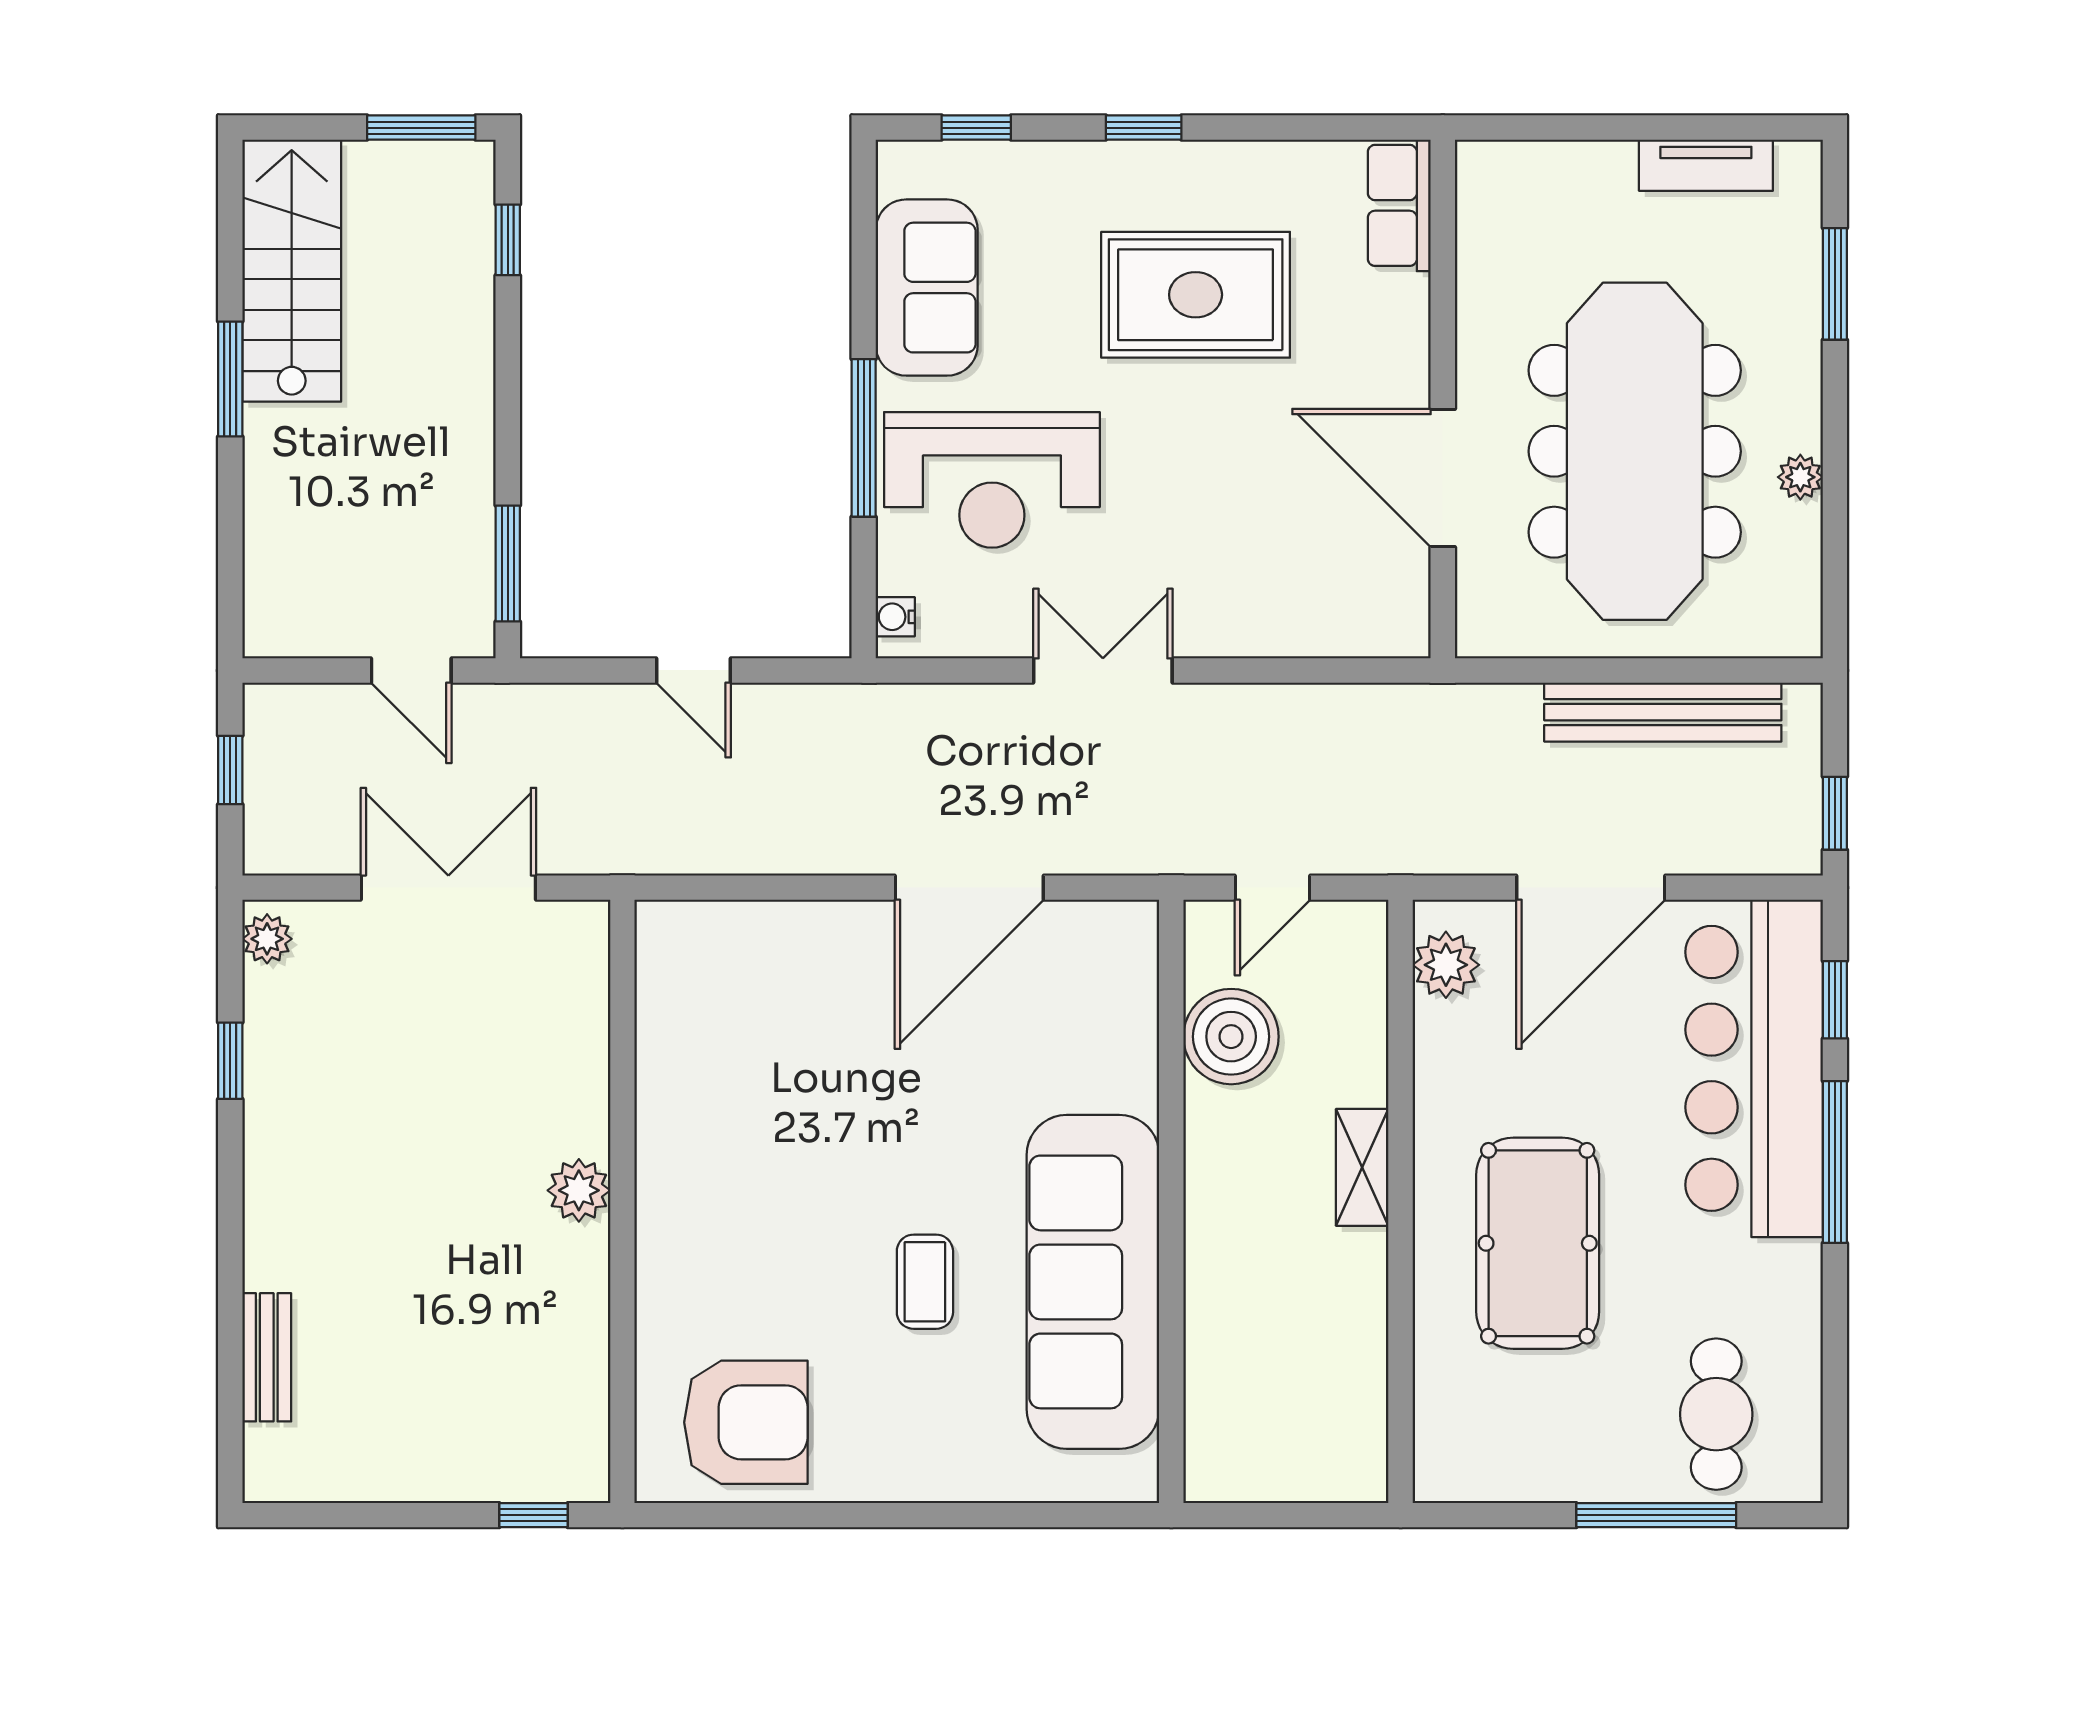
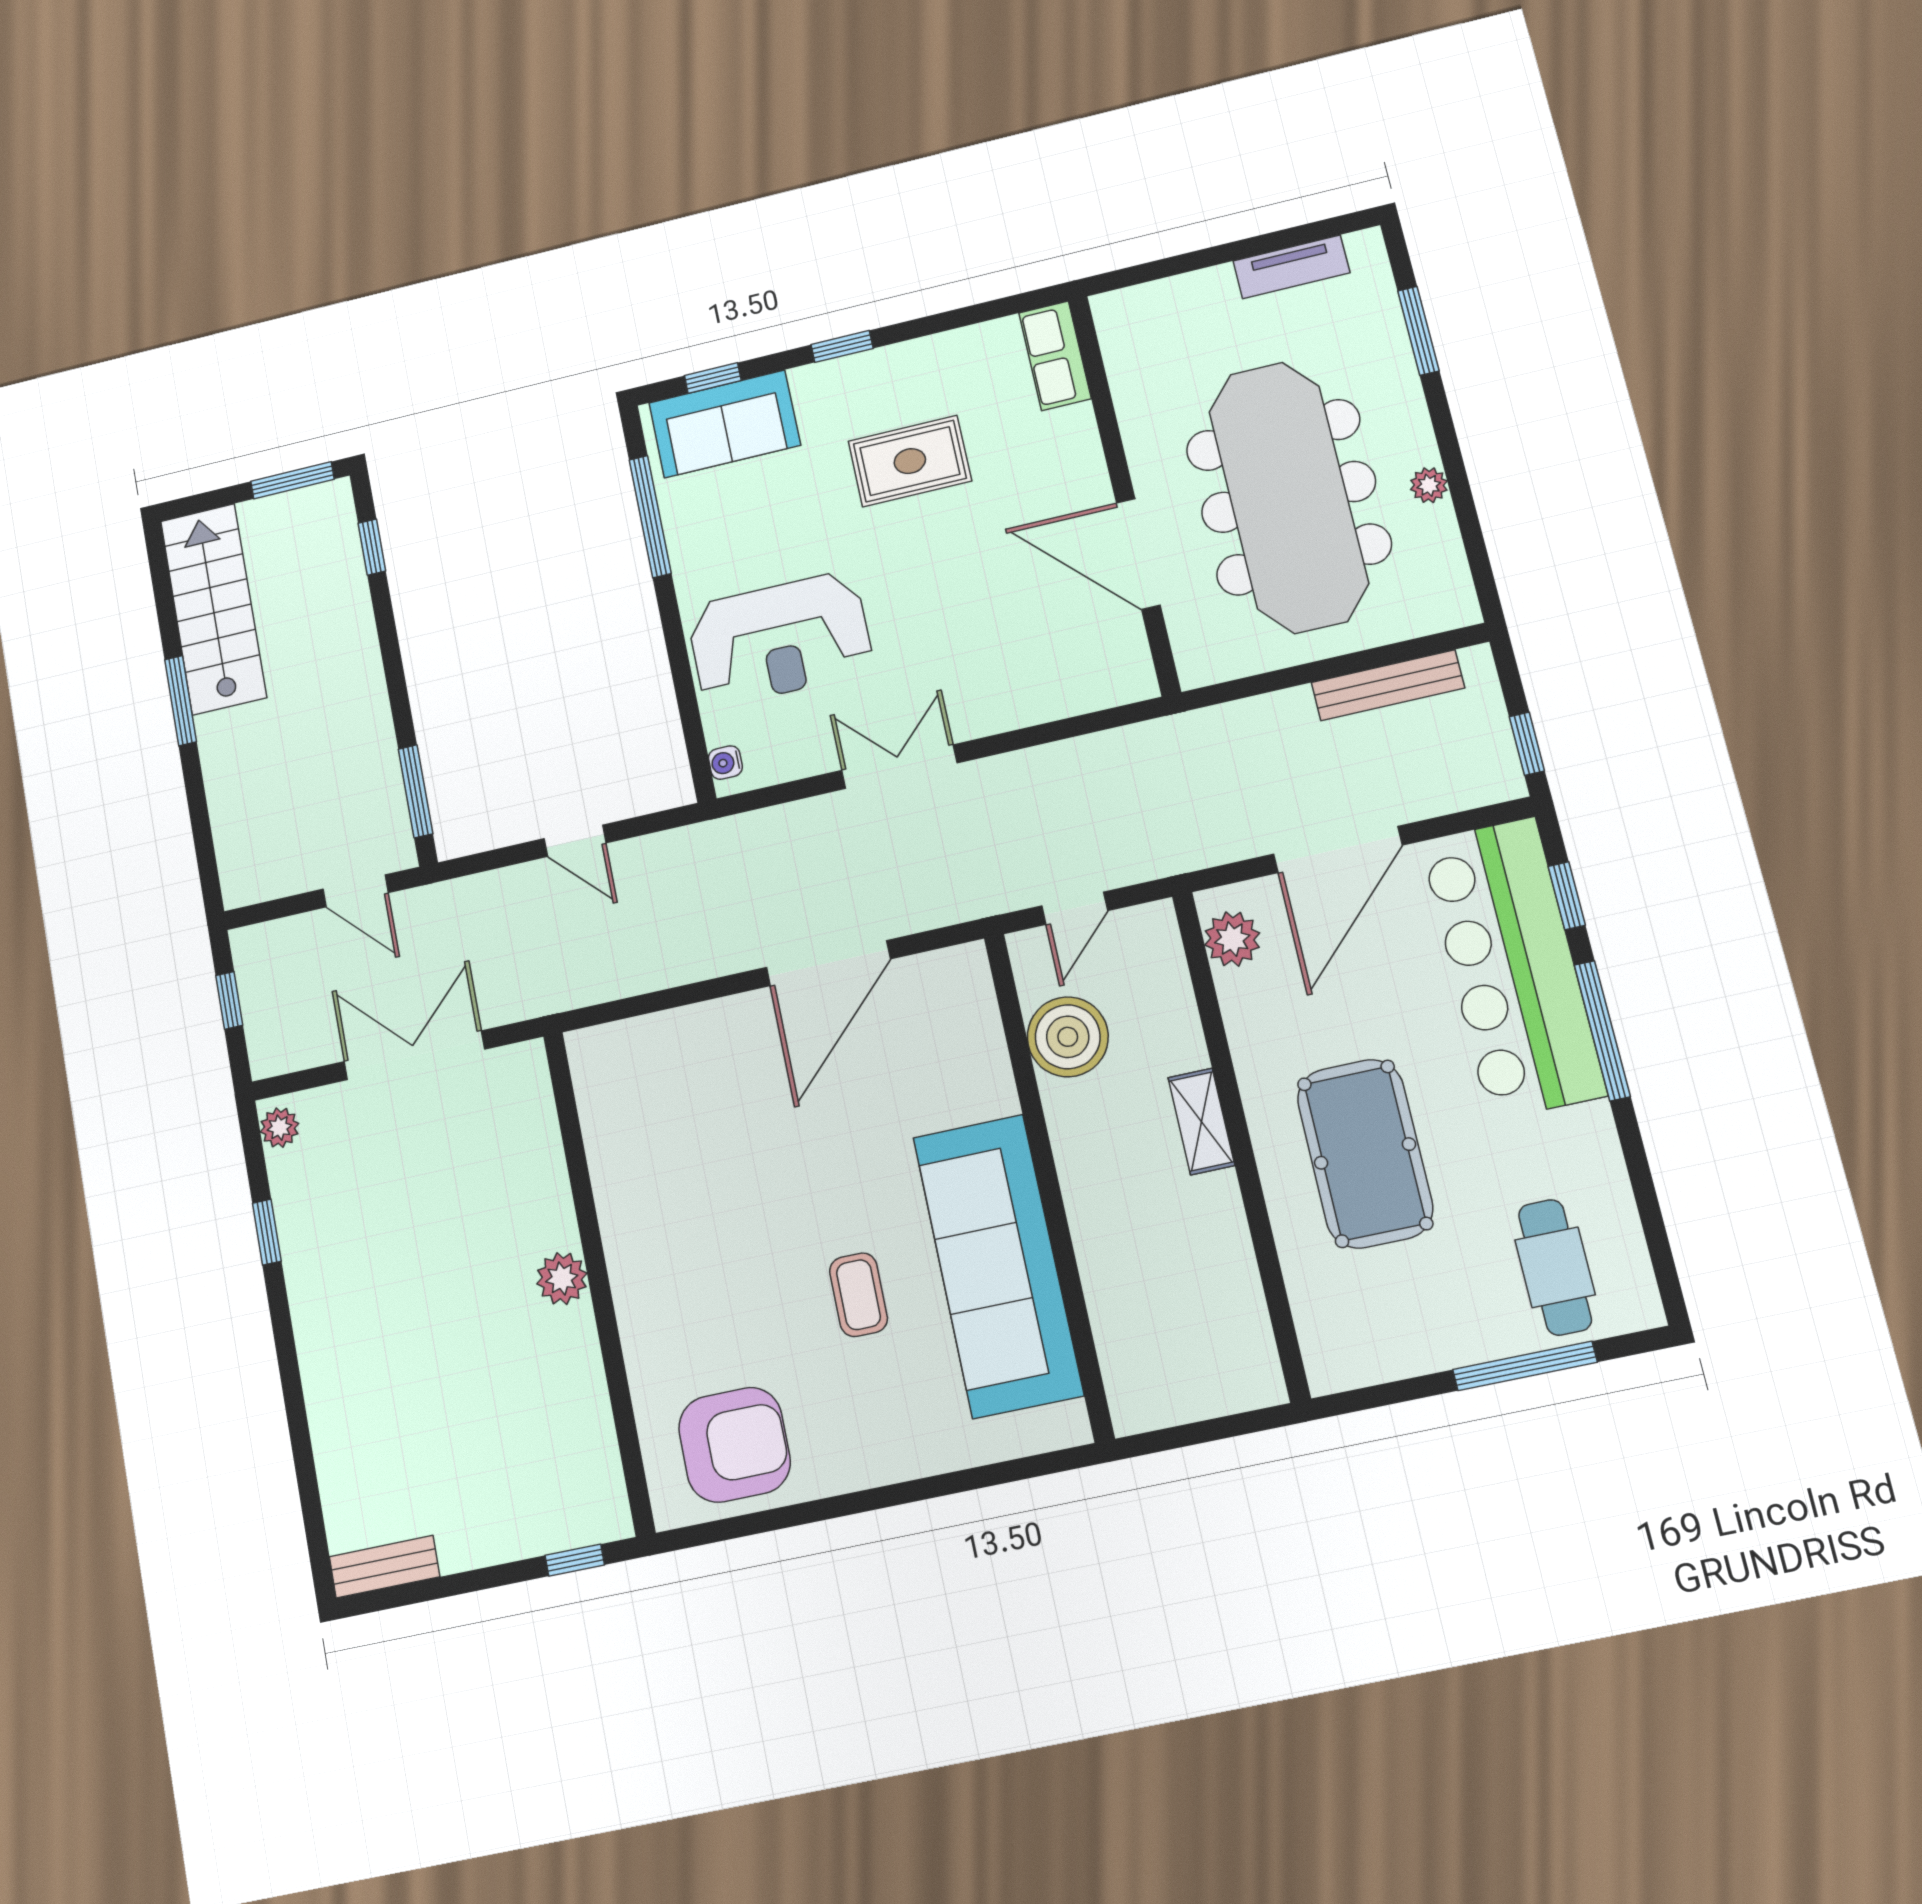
sofa: (927, 288) -> (725, 424), moved, turned 90
rug: (1196, 295) -> (910, 461), width x0.73, depth x0.70
window: (864, 438) -> (650, 517), moved
bench: (1663, 712) -> (1388, 685), width x0.73, depth x0.82
bench: (267, 1357) -> (384, 1567), moved, turned 90

